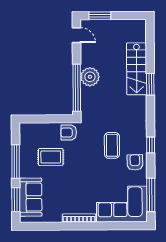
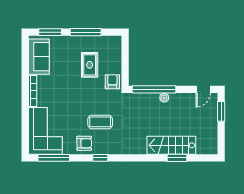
plant: (90, 77) -> (164, 98), width x0.53, depth x0.53
window: (150, 84) -> (177, 158), moved
sofa: (31, 197) -> (39, 57), moved, turned -90

